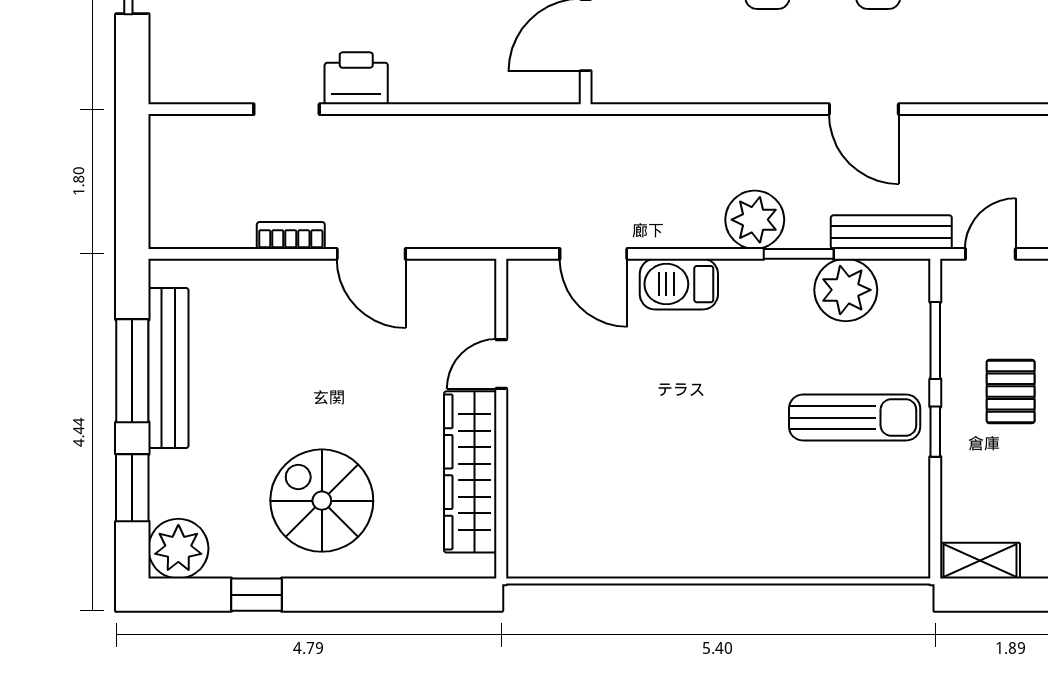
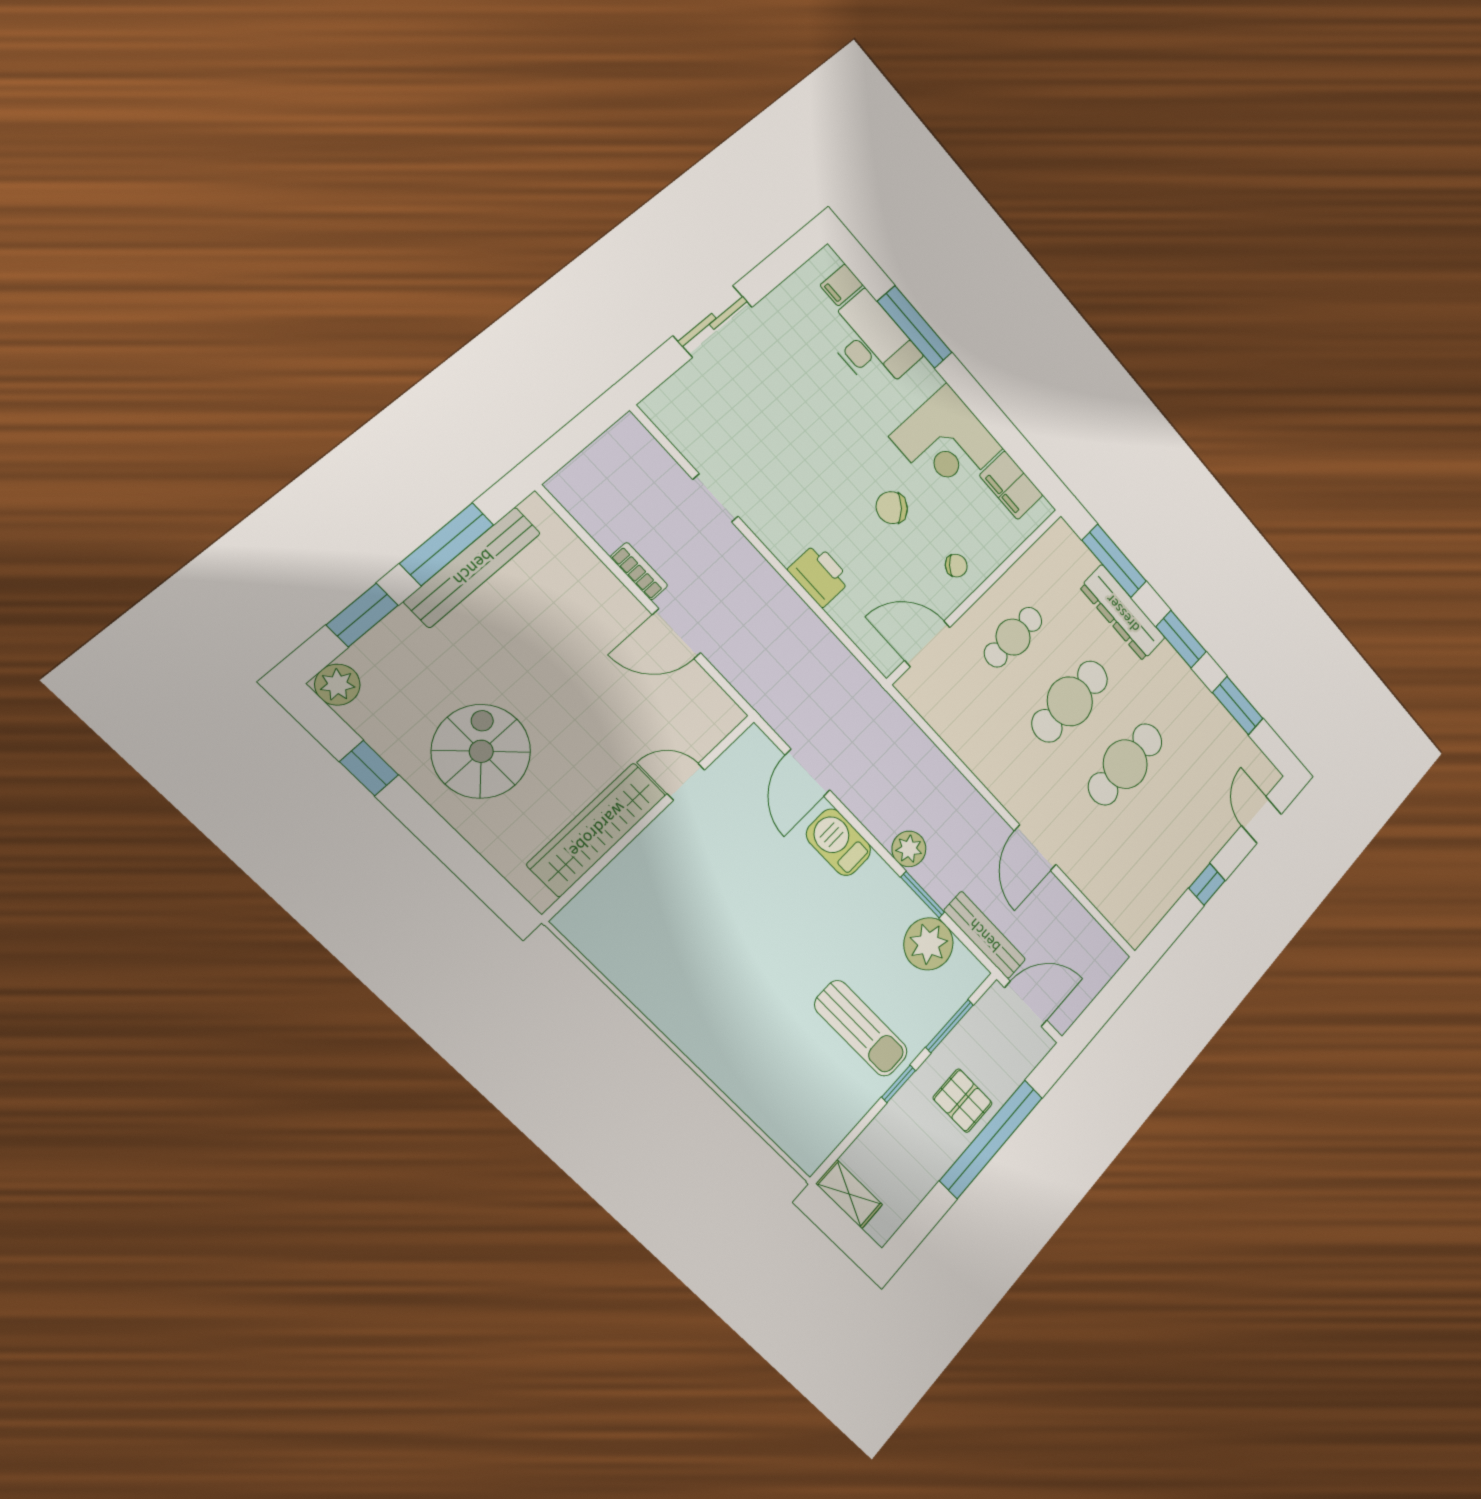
printer: (356, 78) -> (819, 575), moved
plant: (755, 220) -> (909, 849), width x0.73, depth x0.73
door: (371, 254) -> (676, 634), hinge flipped
door: (990, 254) -> (1026, 1004), width x1.38
pallet: (1011, 391) -> (963, 1101), turned 90
plant: (178, 549) -> (337, 685), width x0.73, depth x0.73

